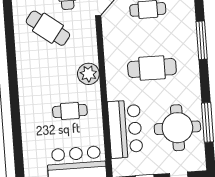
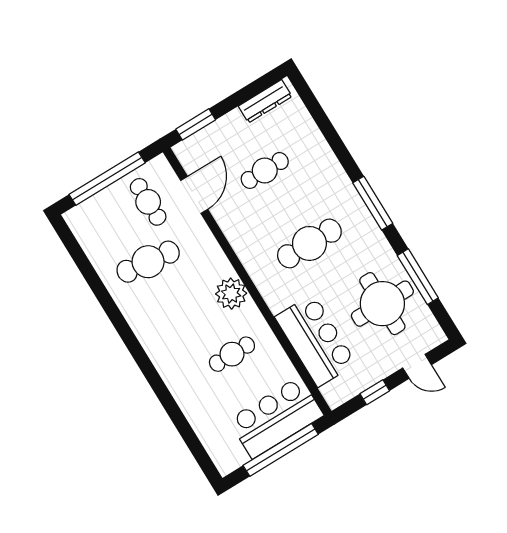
cafe table: (48, 28) -> (148, 262), turned -30
window: (202, 40) -> (373, 203), moved

